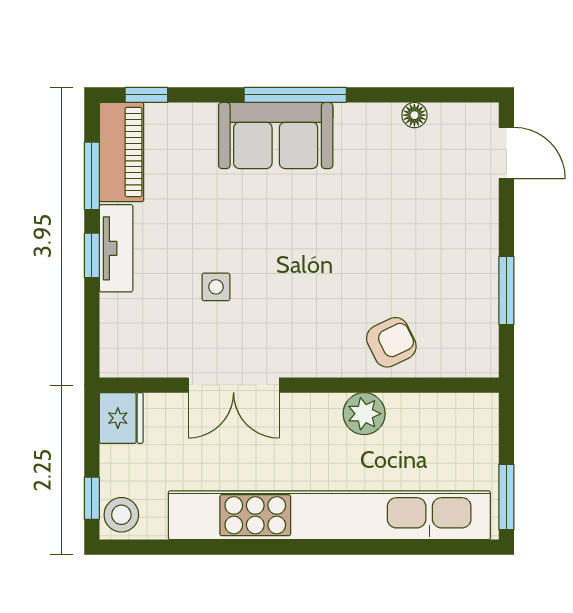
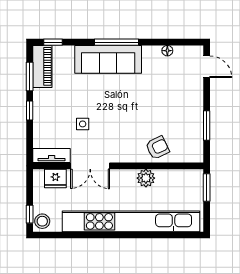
sofa: (276, 136) -> (108, 59), width x1.36
tv unit: (116, 248) -> (52, 156), moved, turned -90
fridge: (121, 418) -> (55, 178), moved, turned 90
window: (506, 497) -> (207, 188), moved

